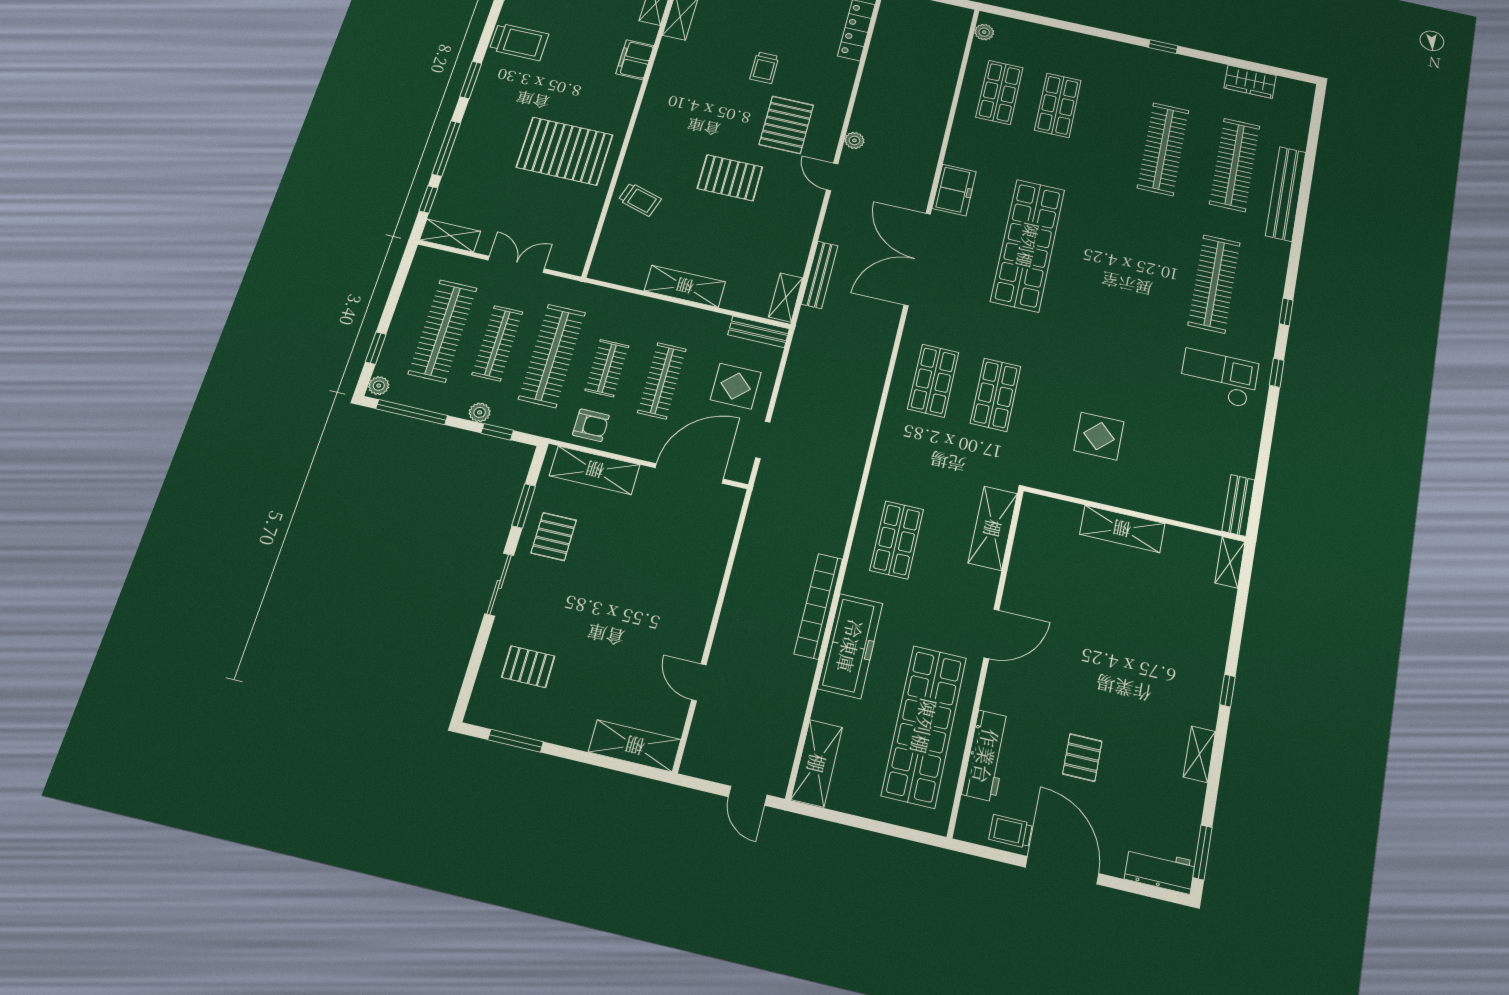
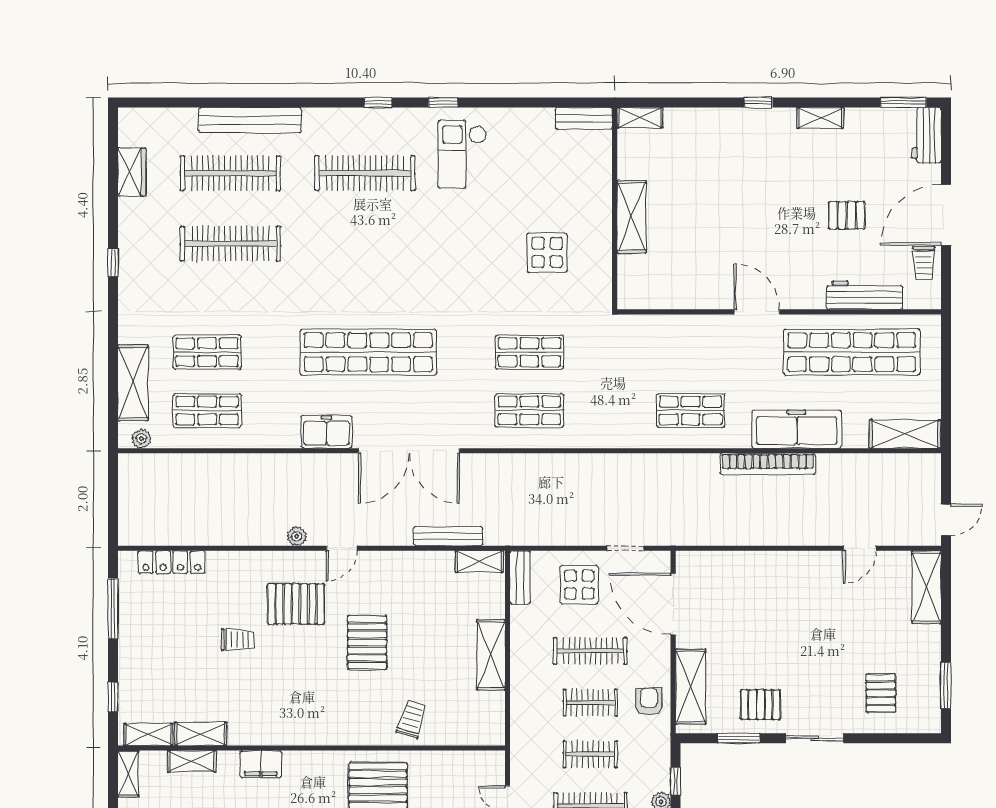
clothes rail: (552, 356) -> (590, 754), width x0.54, depth x0.76
shelving: (993, 528) -> (133, 383), moved, turned 90
door: (748, 796) -> (946, 520), moved

